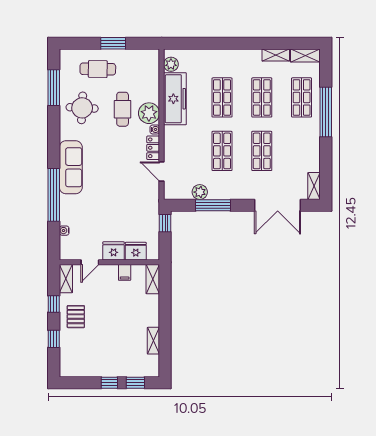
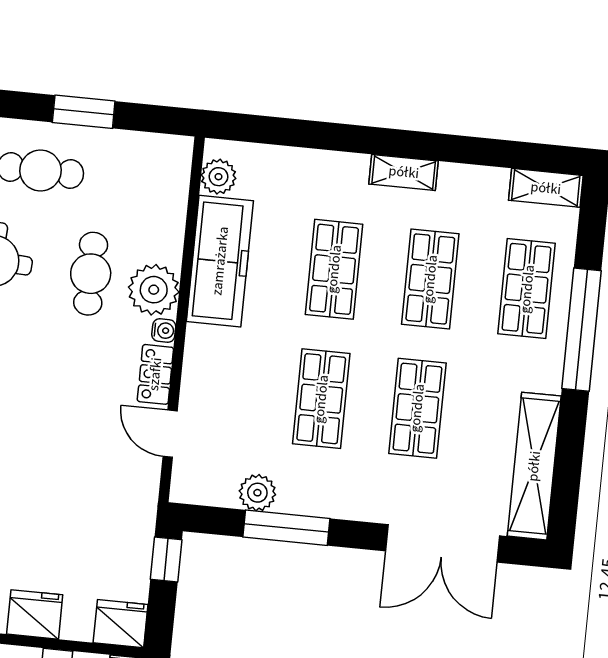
shelving: (276, 55) -> (404, 172), moved
shelving: (314, 186) -> (534, 466), width x2.20, depth x1.33
fridge: (136, 251) -> (121, 624), moved

